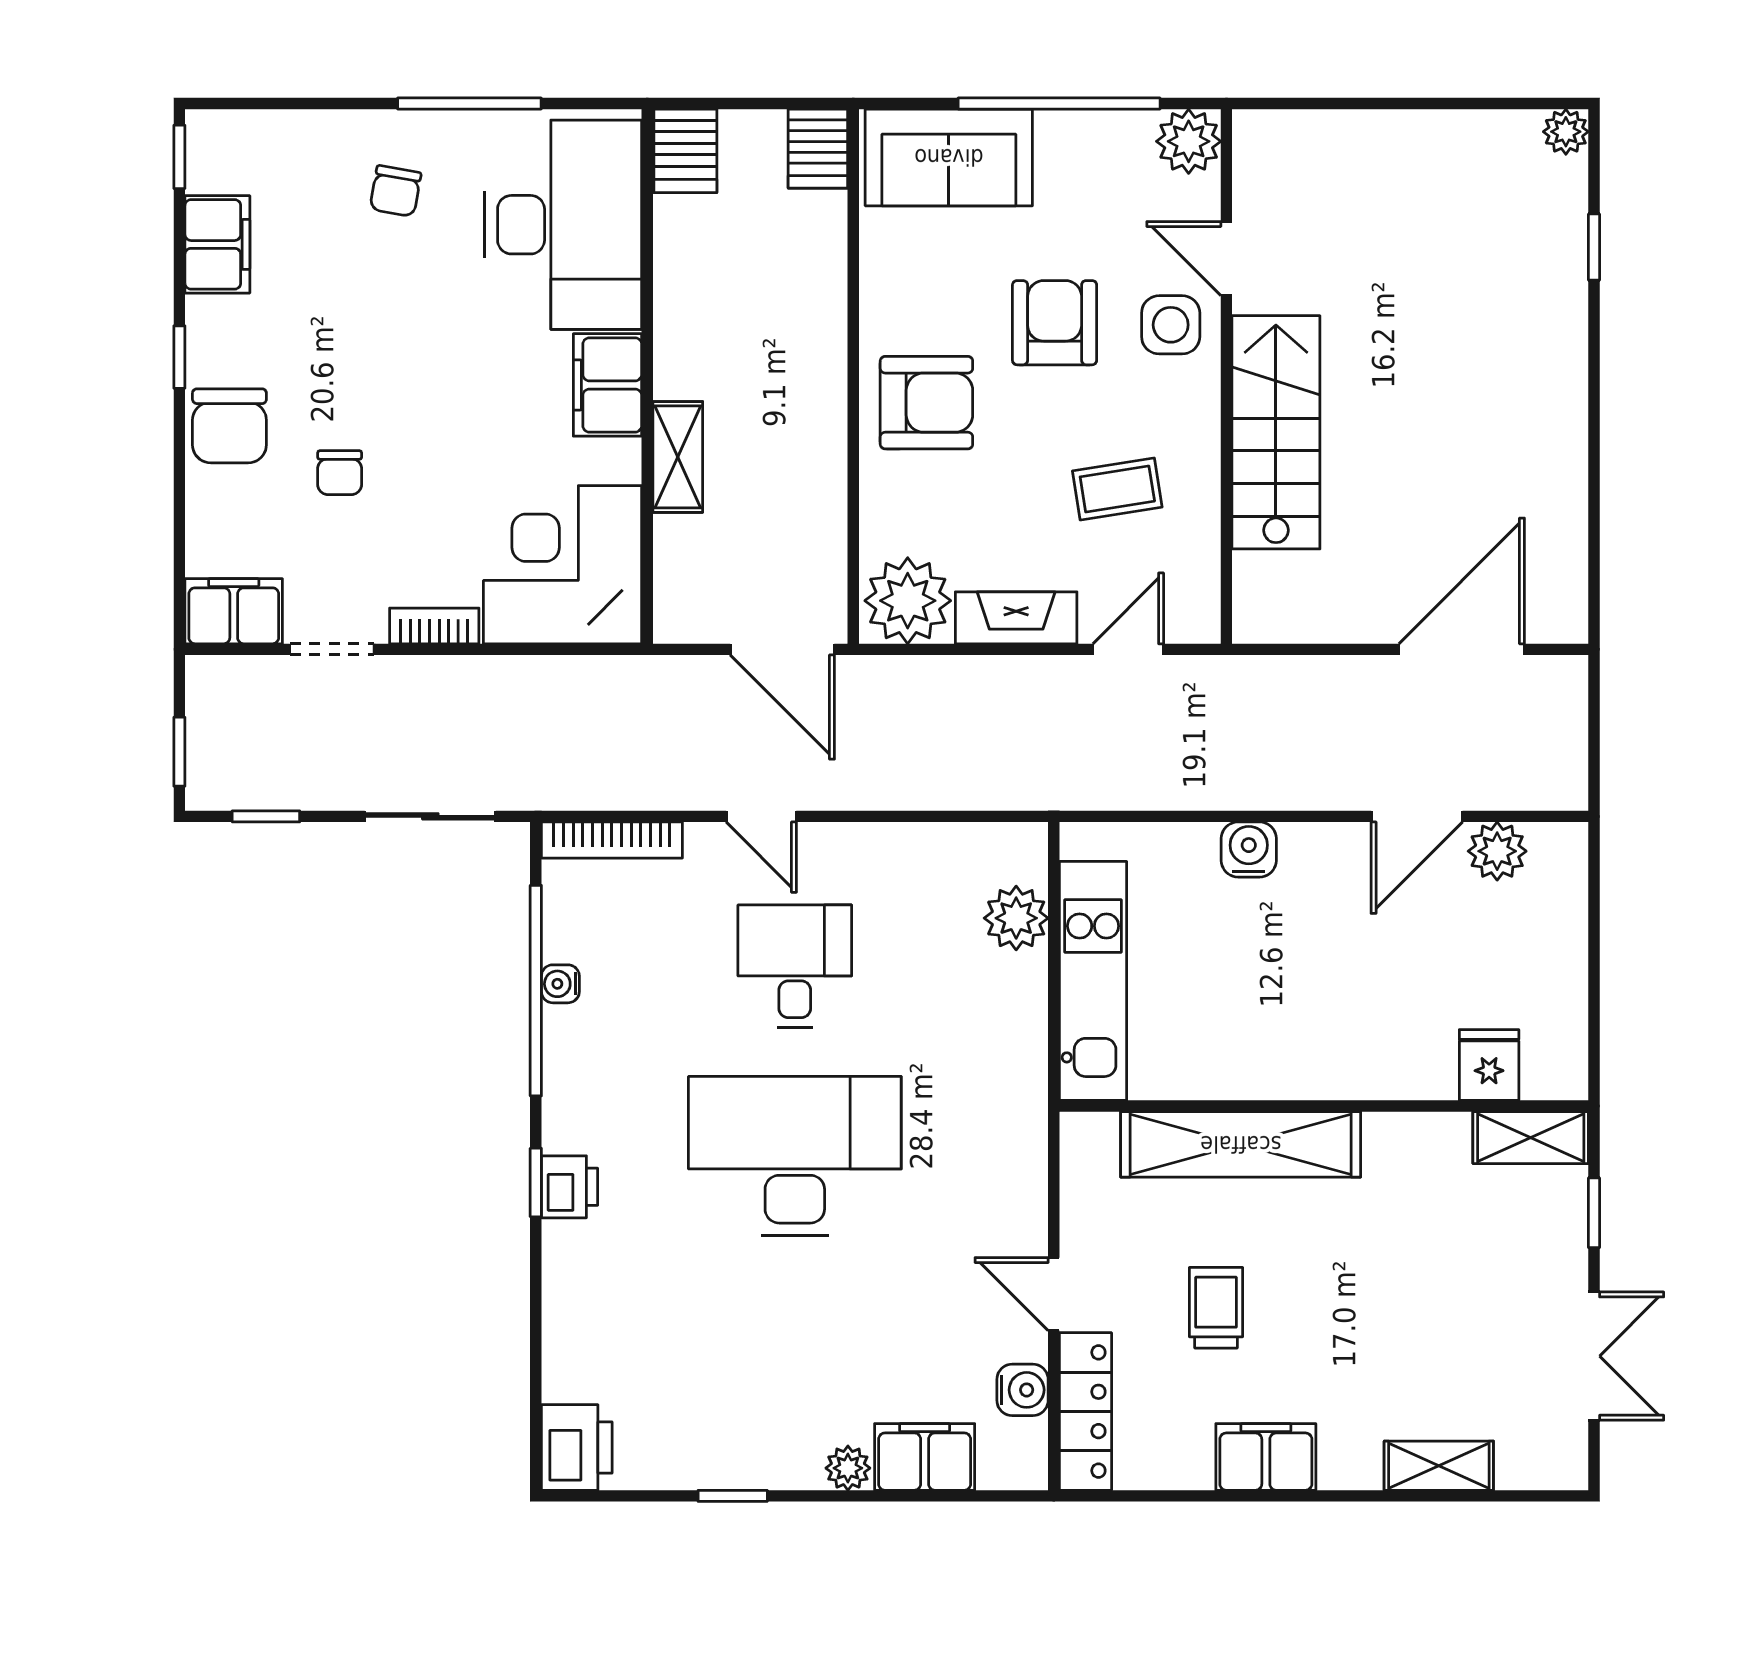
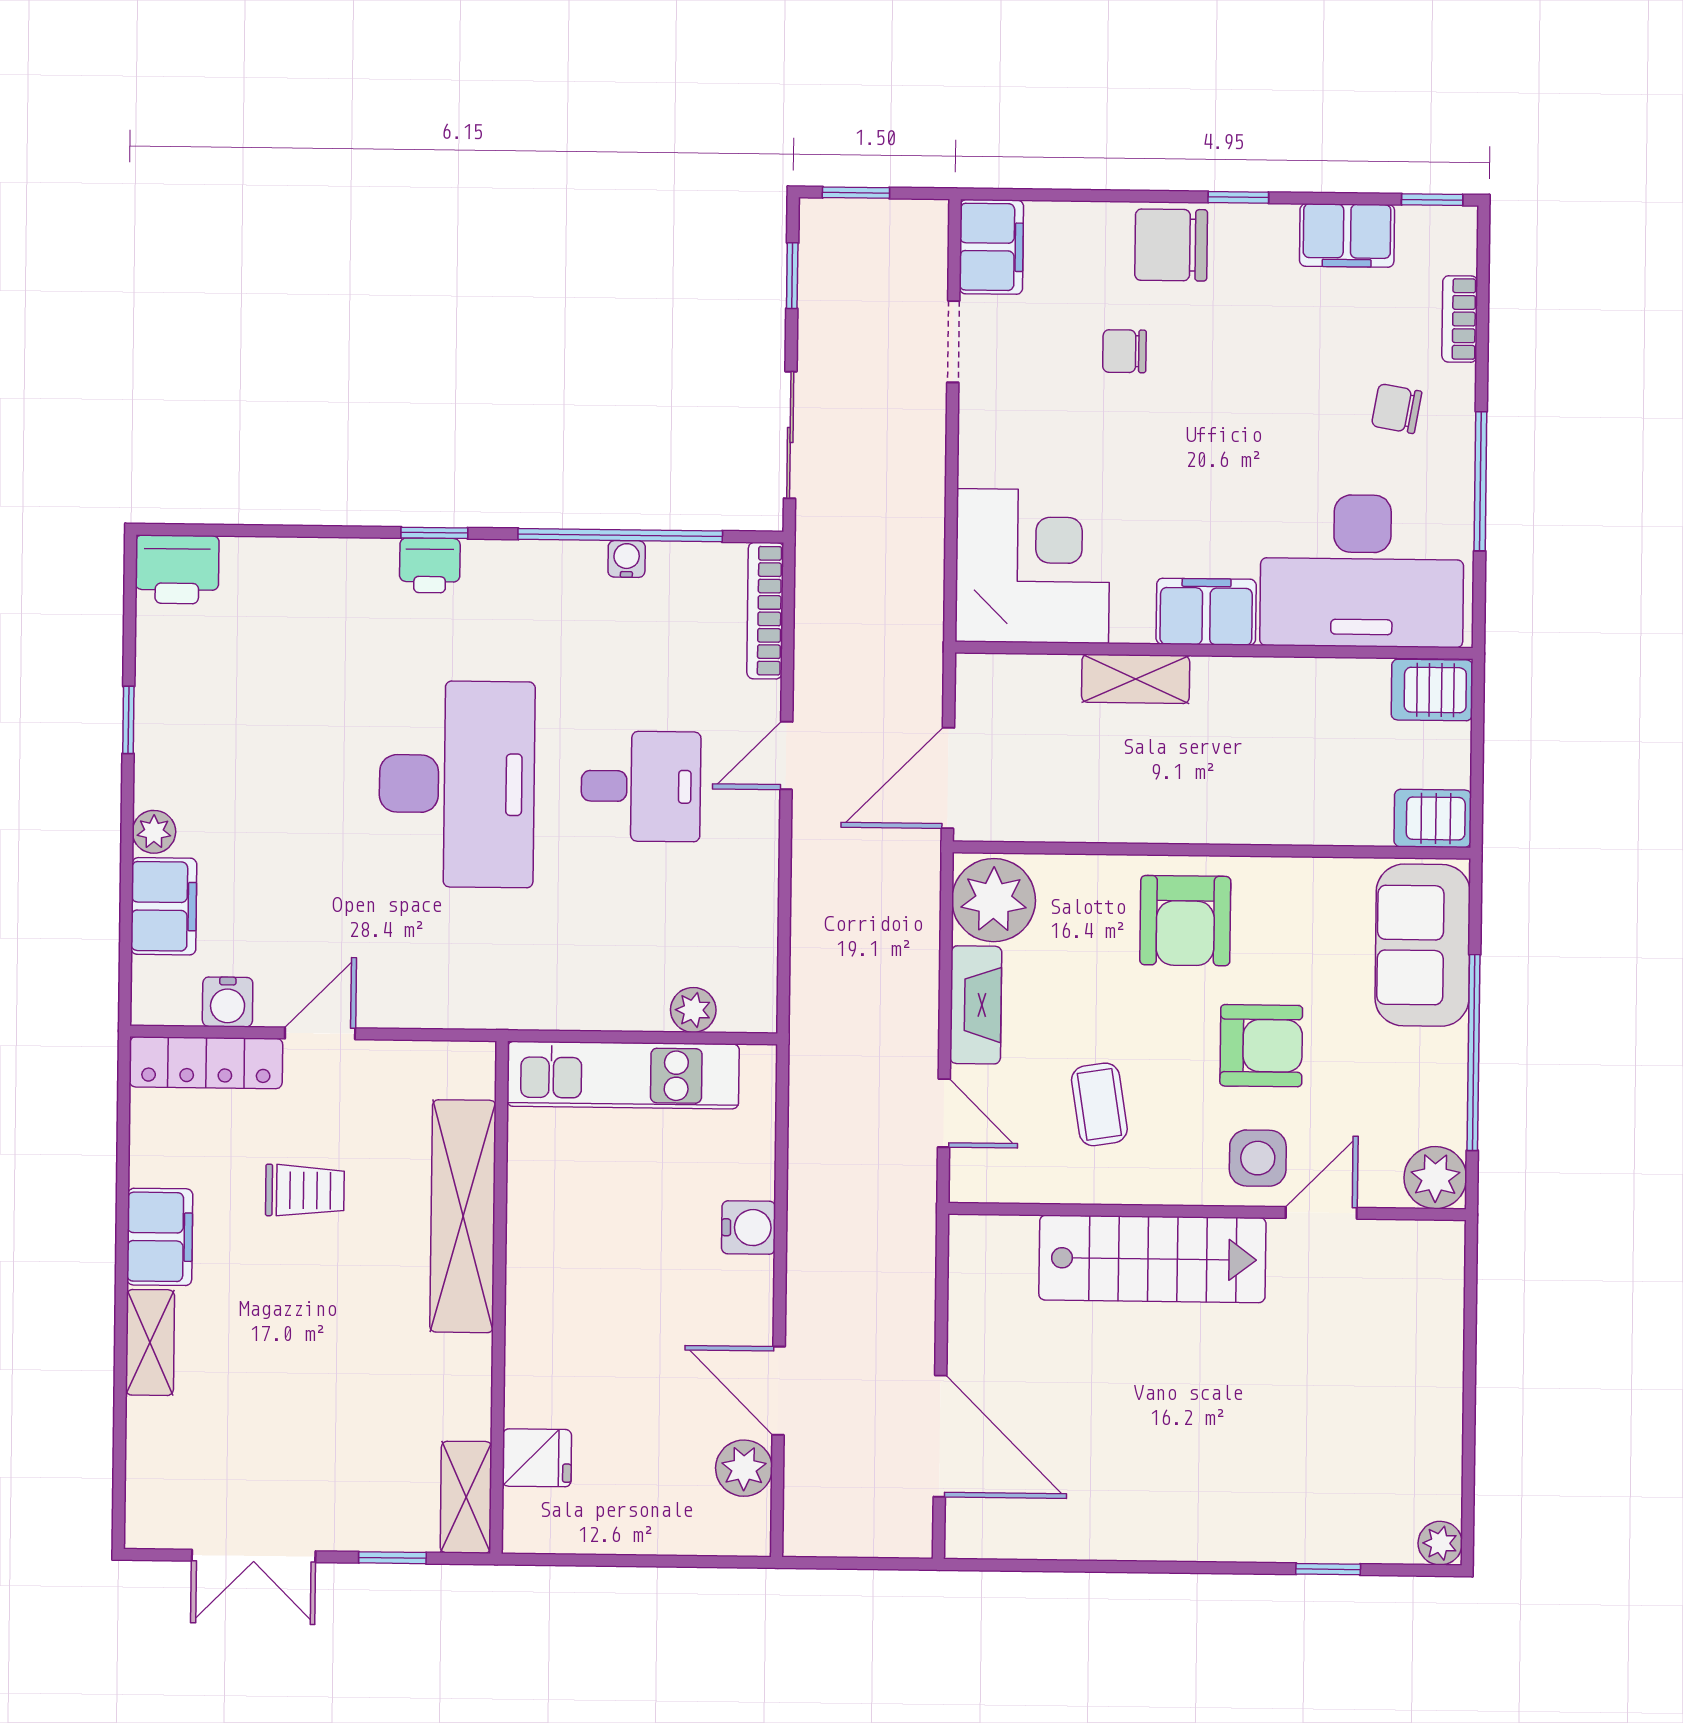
bookcase: (434, 626) -> (1460, 319), moved, turned 180
plant: (1016, 918) -> (693, 1010), width x0.73, depth x0.73
shelving: (1439, 1466) -> (150, 1342), moved

